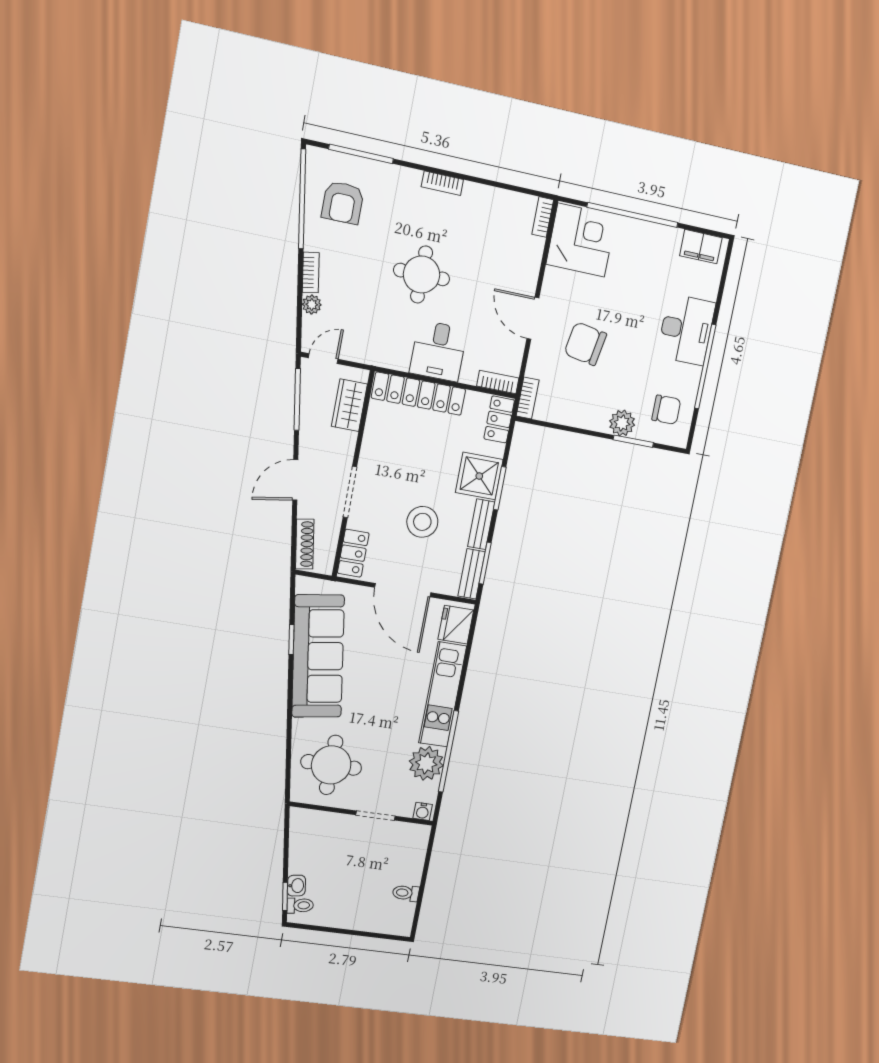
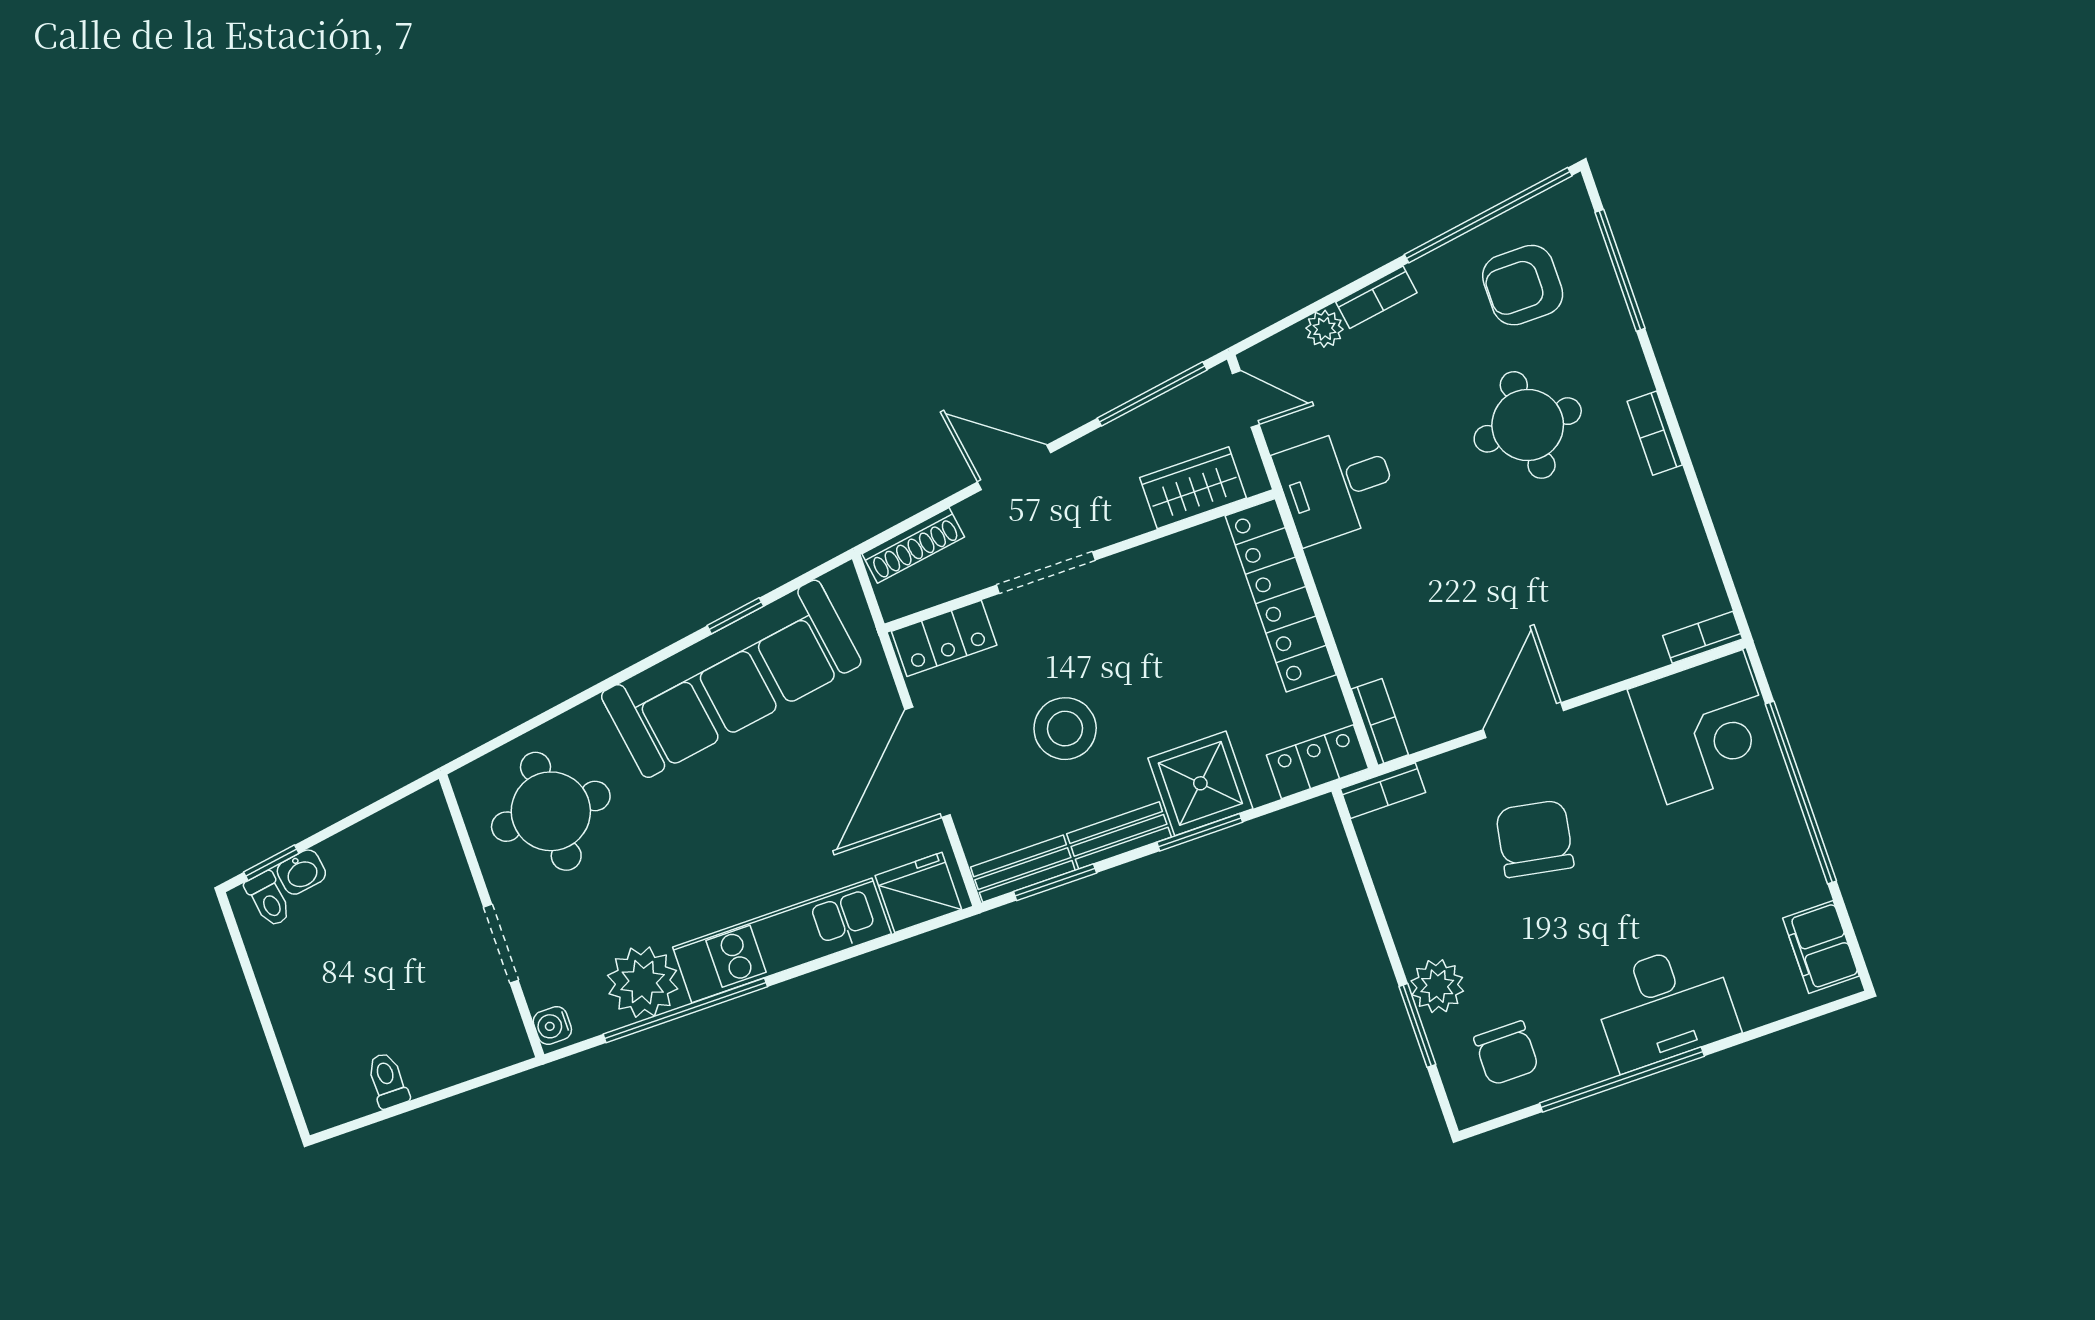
round table: (422, 274) -> (1528, 425), moved
desk: (438, 351) -> (1337, 485), moved

